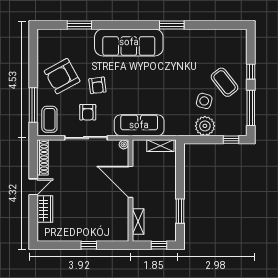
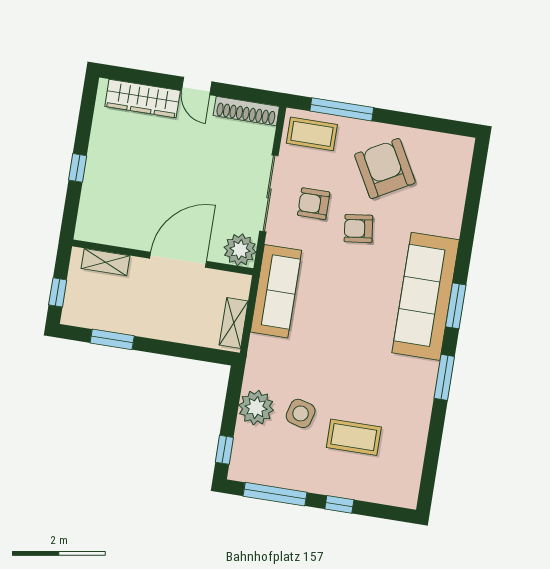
window: (79, 25) -> (456, 306), moved
coffee table: (225, 82) -> (354, 437), moved, turned 38
plant: (124, 144) -> (240, 250), width x1.88, depth x1.88
wardrobe: (45, 209) -> (143, 99), width x1.50

